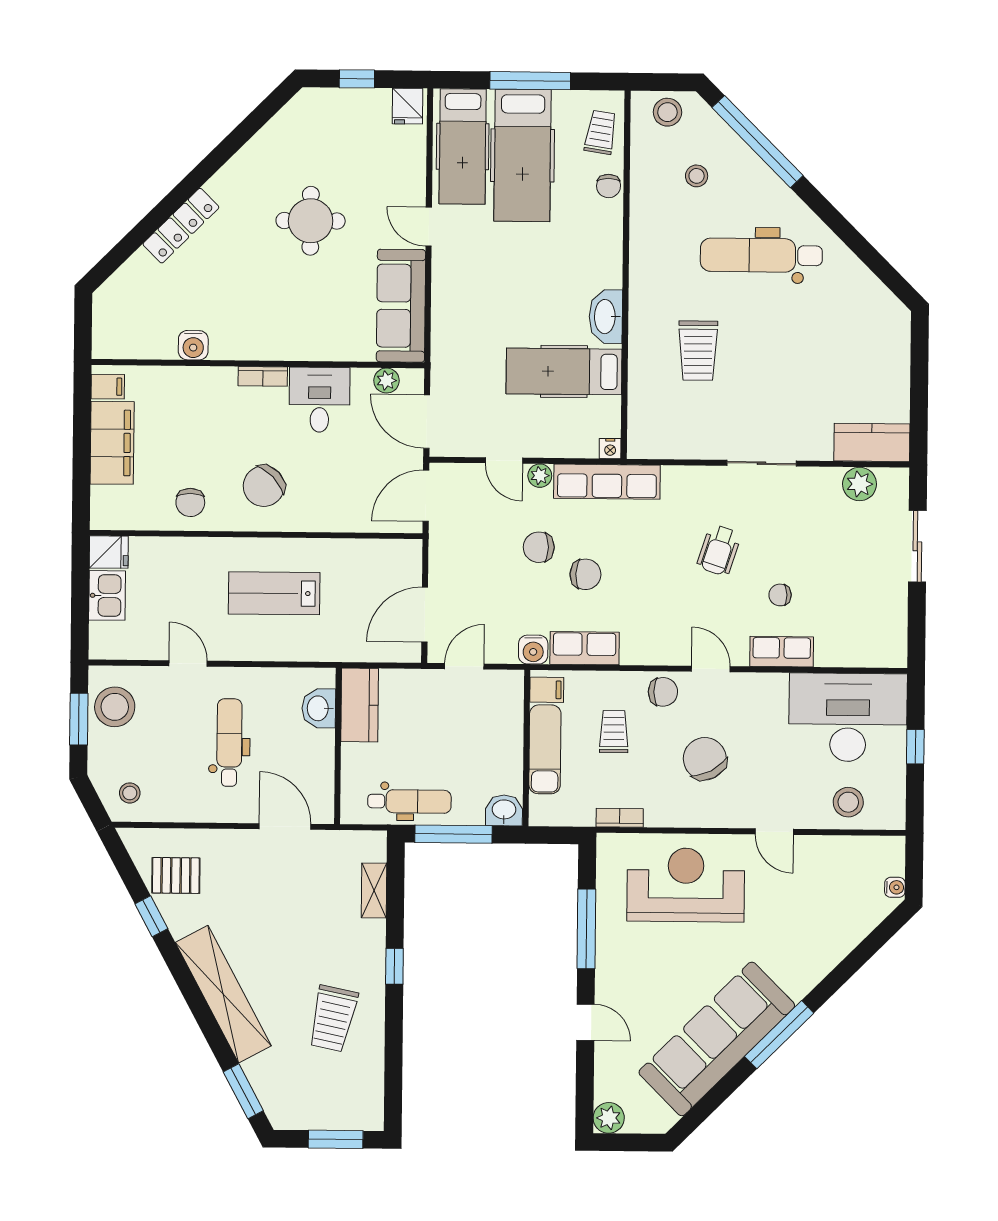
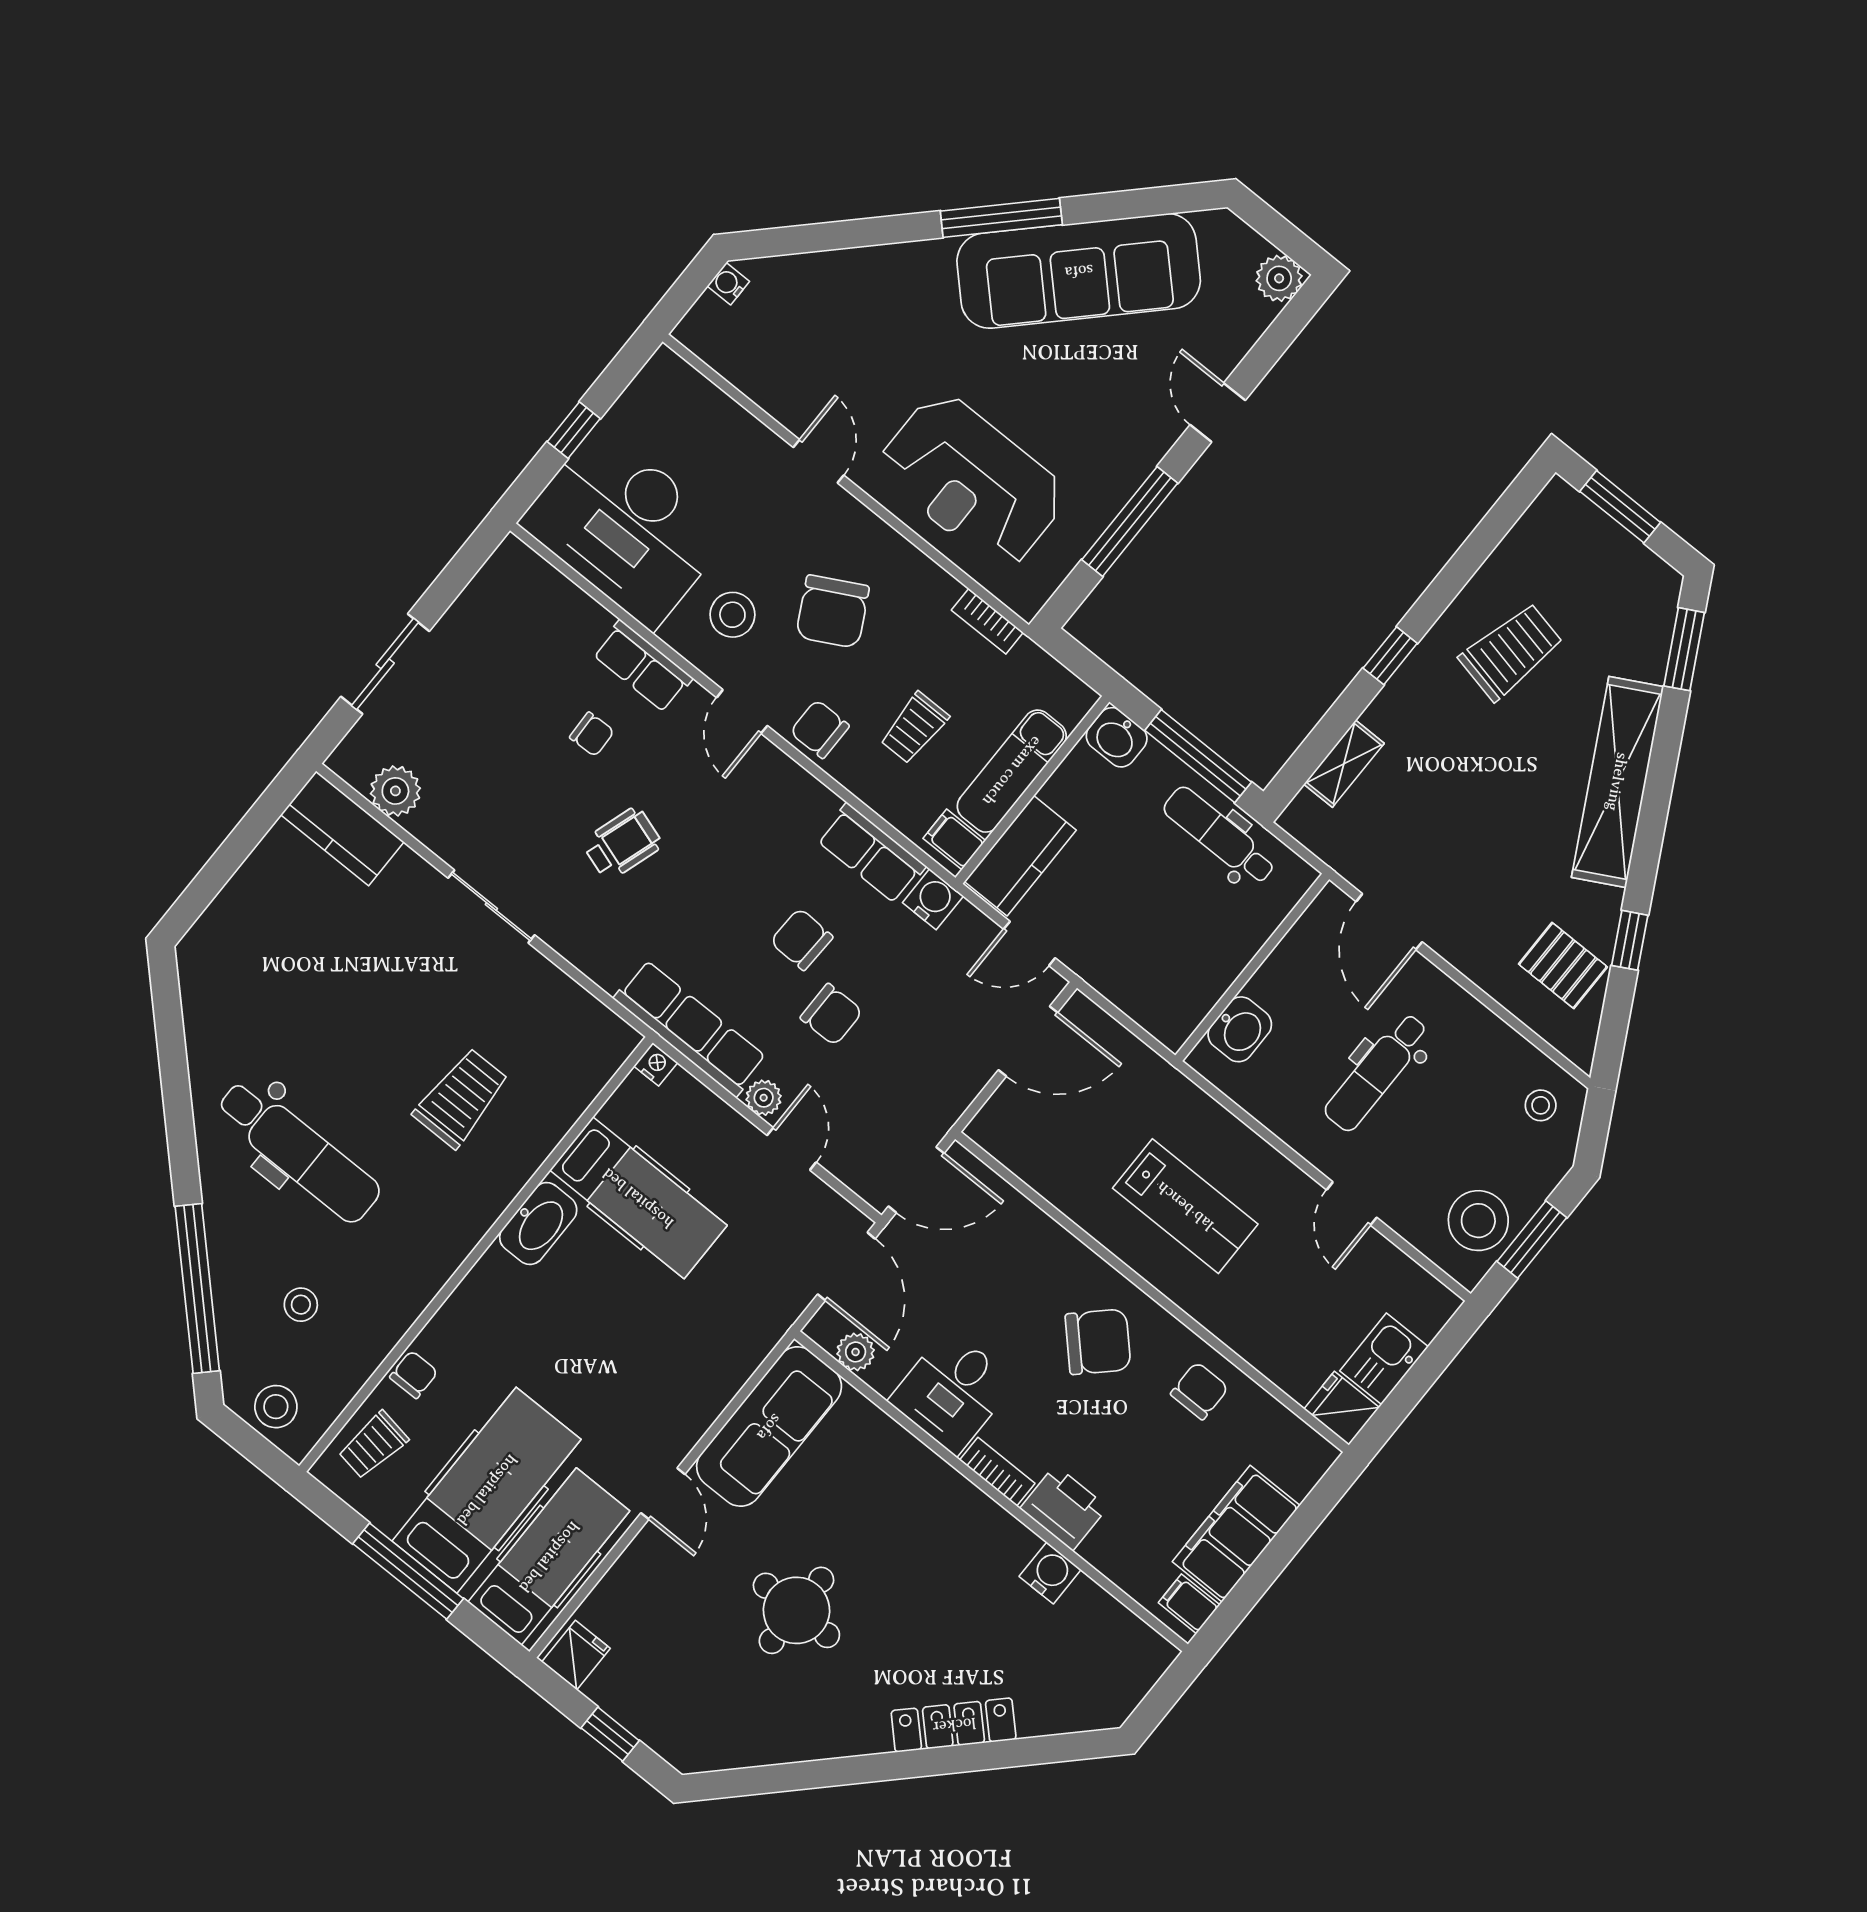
printer: (213, 385) -> (1064, 1508), added
kitchen counter: (360, 705) -> (1020, 856), moved, turned 180
stool: (848, 802) -> (732, 615), moved

